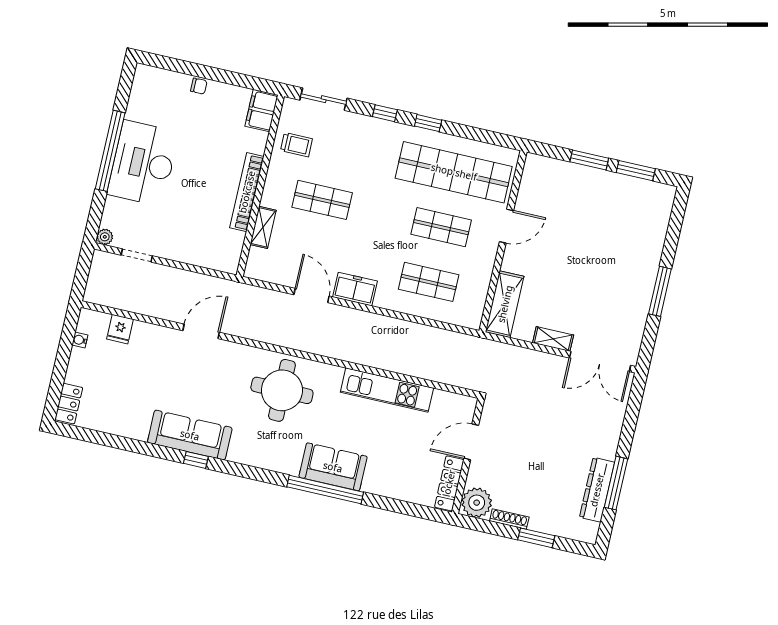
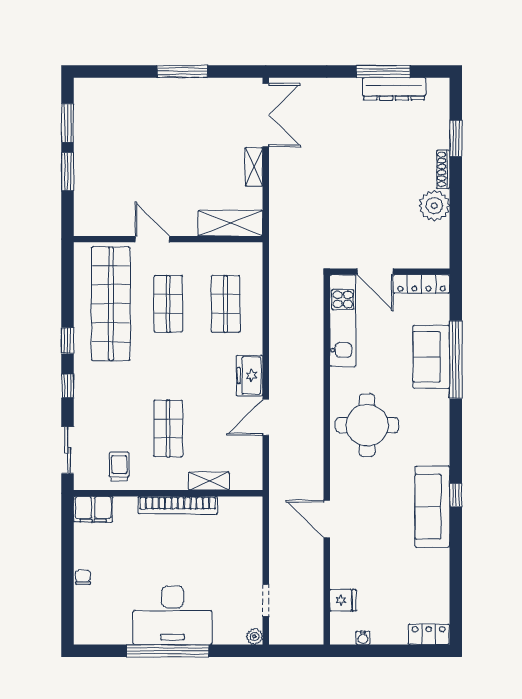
door: (471, 442) -> (375, 272), moved
wall: (468, 456) -> (390, 272), moved
locker: (449, 483) -> (421, 284), moved

